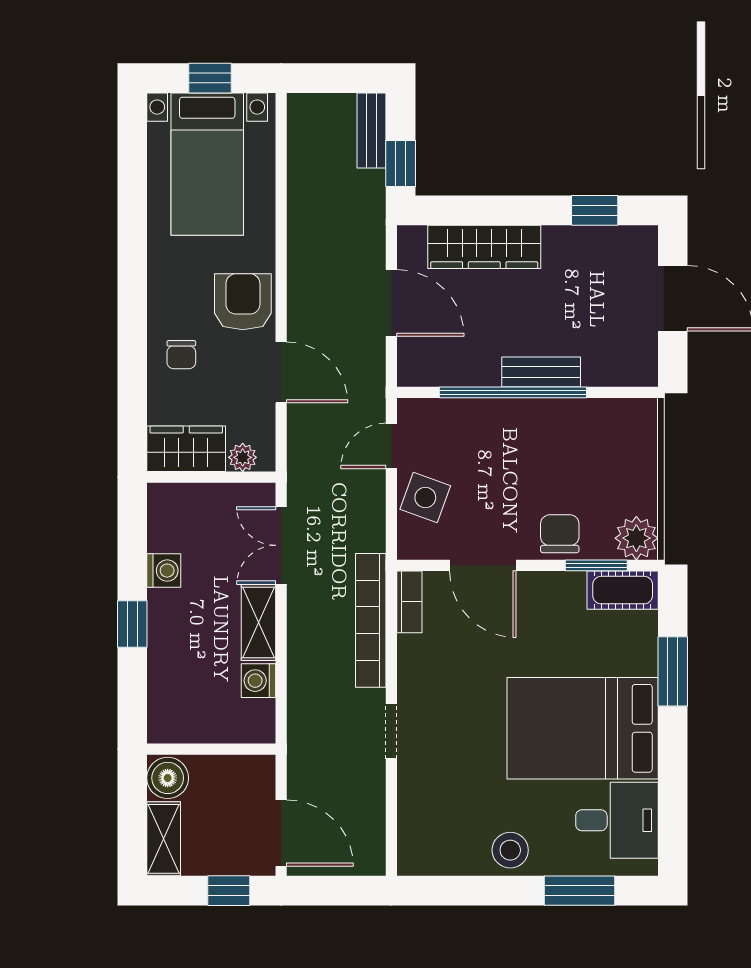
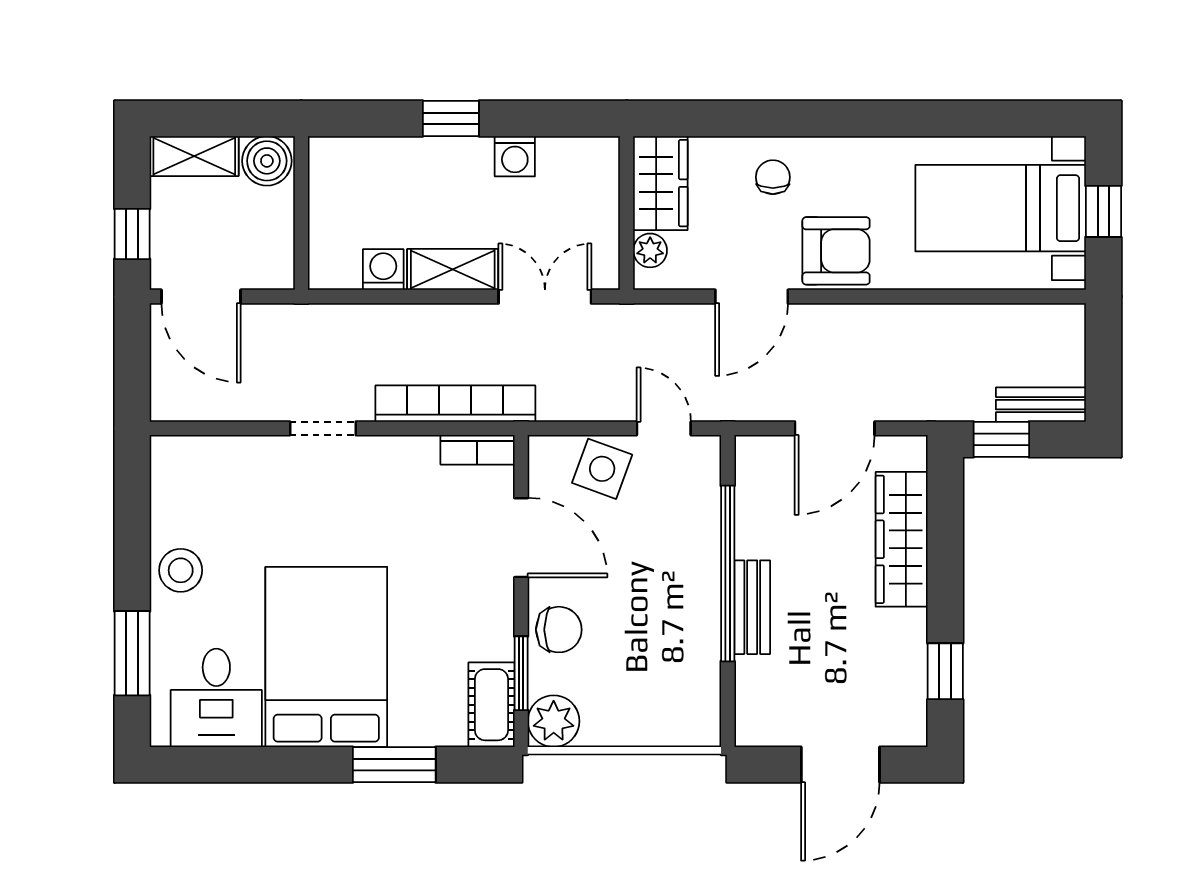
chair: (181, 355) -> (773, 177), turned 90
door: (483, 565) -> (521, 538), swing flipped
door: (281, 833) -> (201, 297), hinge flipped

